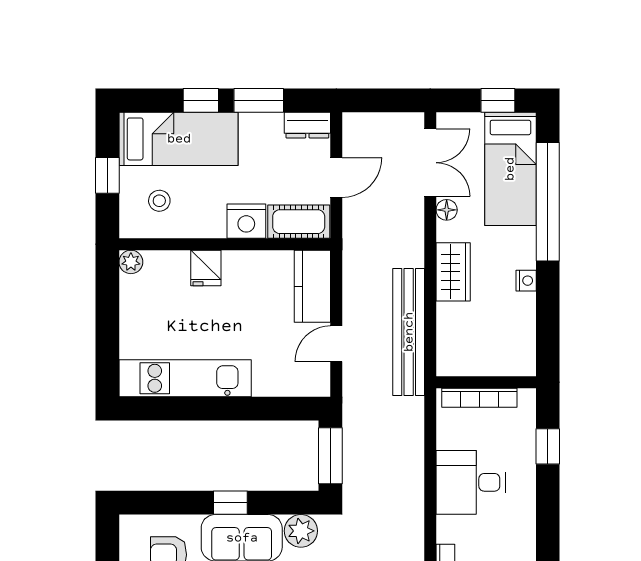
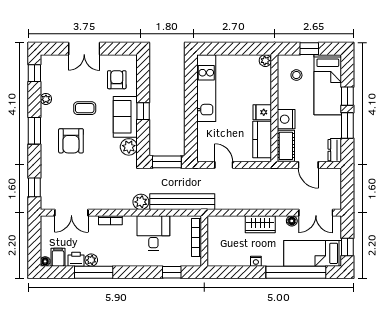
fridge: (206, 268) -> (262, 112), moved
kitchen counter: (312, 286) -> (262, 139), moved, turned -90
bench: (409, 332) -> (182, 202), moved
plant: (409, 507) -> (141, 202), added

